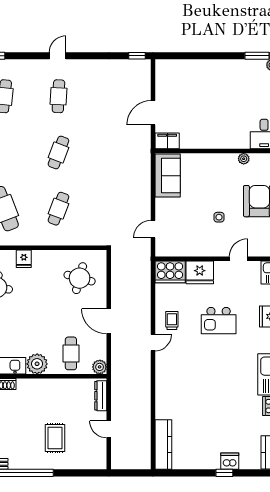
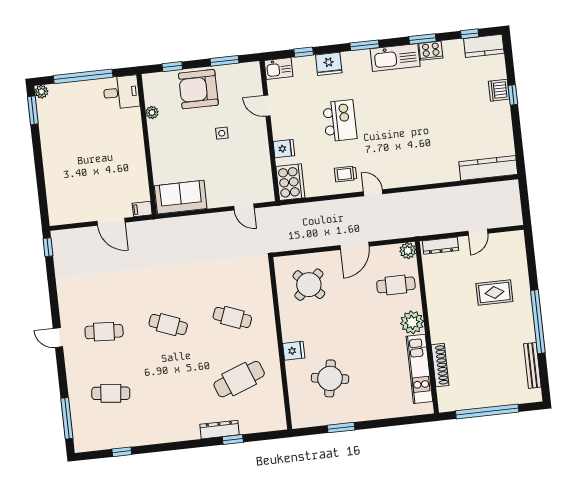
filing cabinet: (167, 141) -> (142, 209), width x0.50
fridge: (200, 272) -> (284, 149), width x0.53, depth x0.75
round table: (80, 278) -> (309, 285), turned 31

